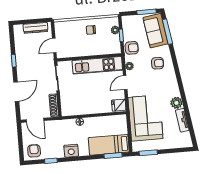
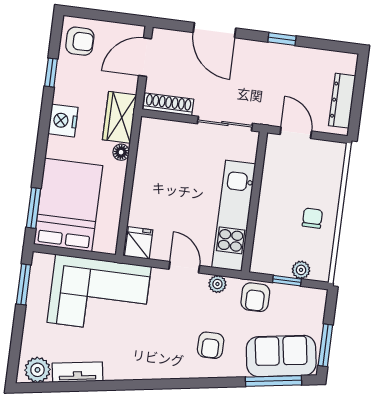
plant: (176, 103) -> (38, 370), moved
wardrobe: (64, 126) -> (120, 117), added
bed: (109, 145) -> (68, 205), width x1.50

